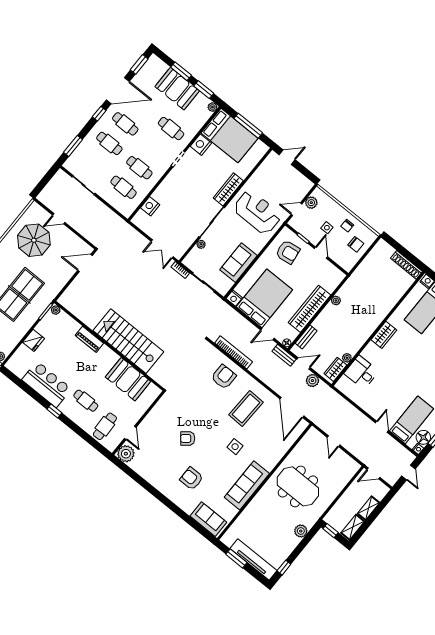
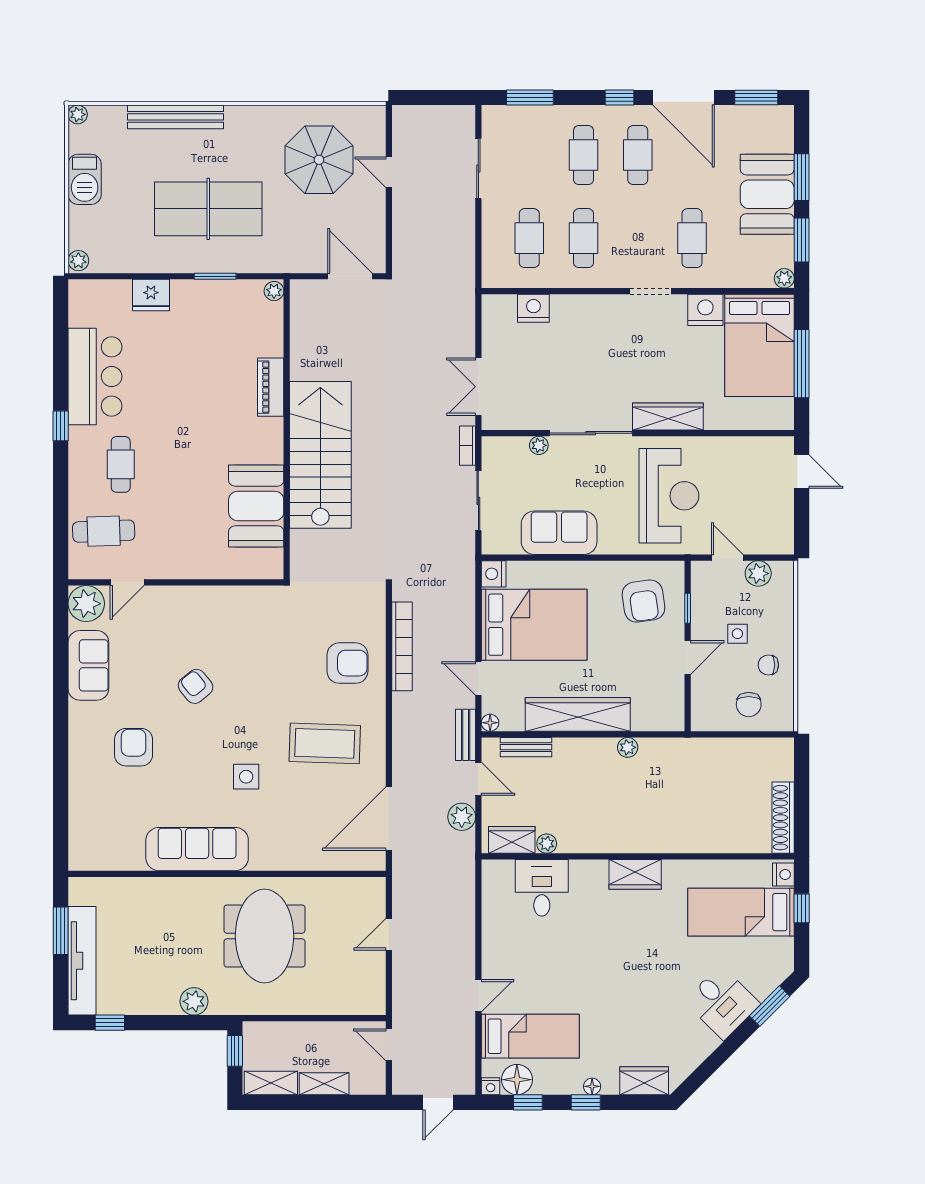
plant: (56, 310) -> (274, 291), moved
piano: (89, 339) -> (271, 387), moved
stairs: (128, 341) -> (320, 455), moved
wall: (109, 346) -> (287, 429), moved
booth: (128, 379) -> (256, 506), moved
sofa: (208, 519) -> (88, 665), moved

